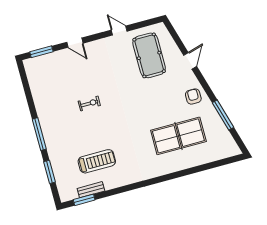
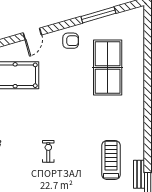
door: (190, 61) -> (32, 34), swing flipped
armchair: (193, 97) -> (71, 41), turned 180

